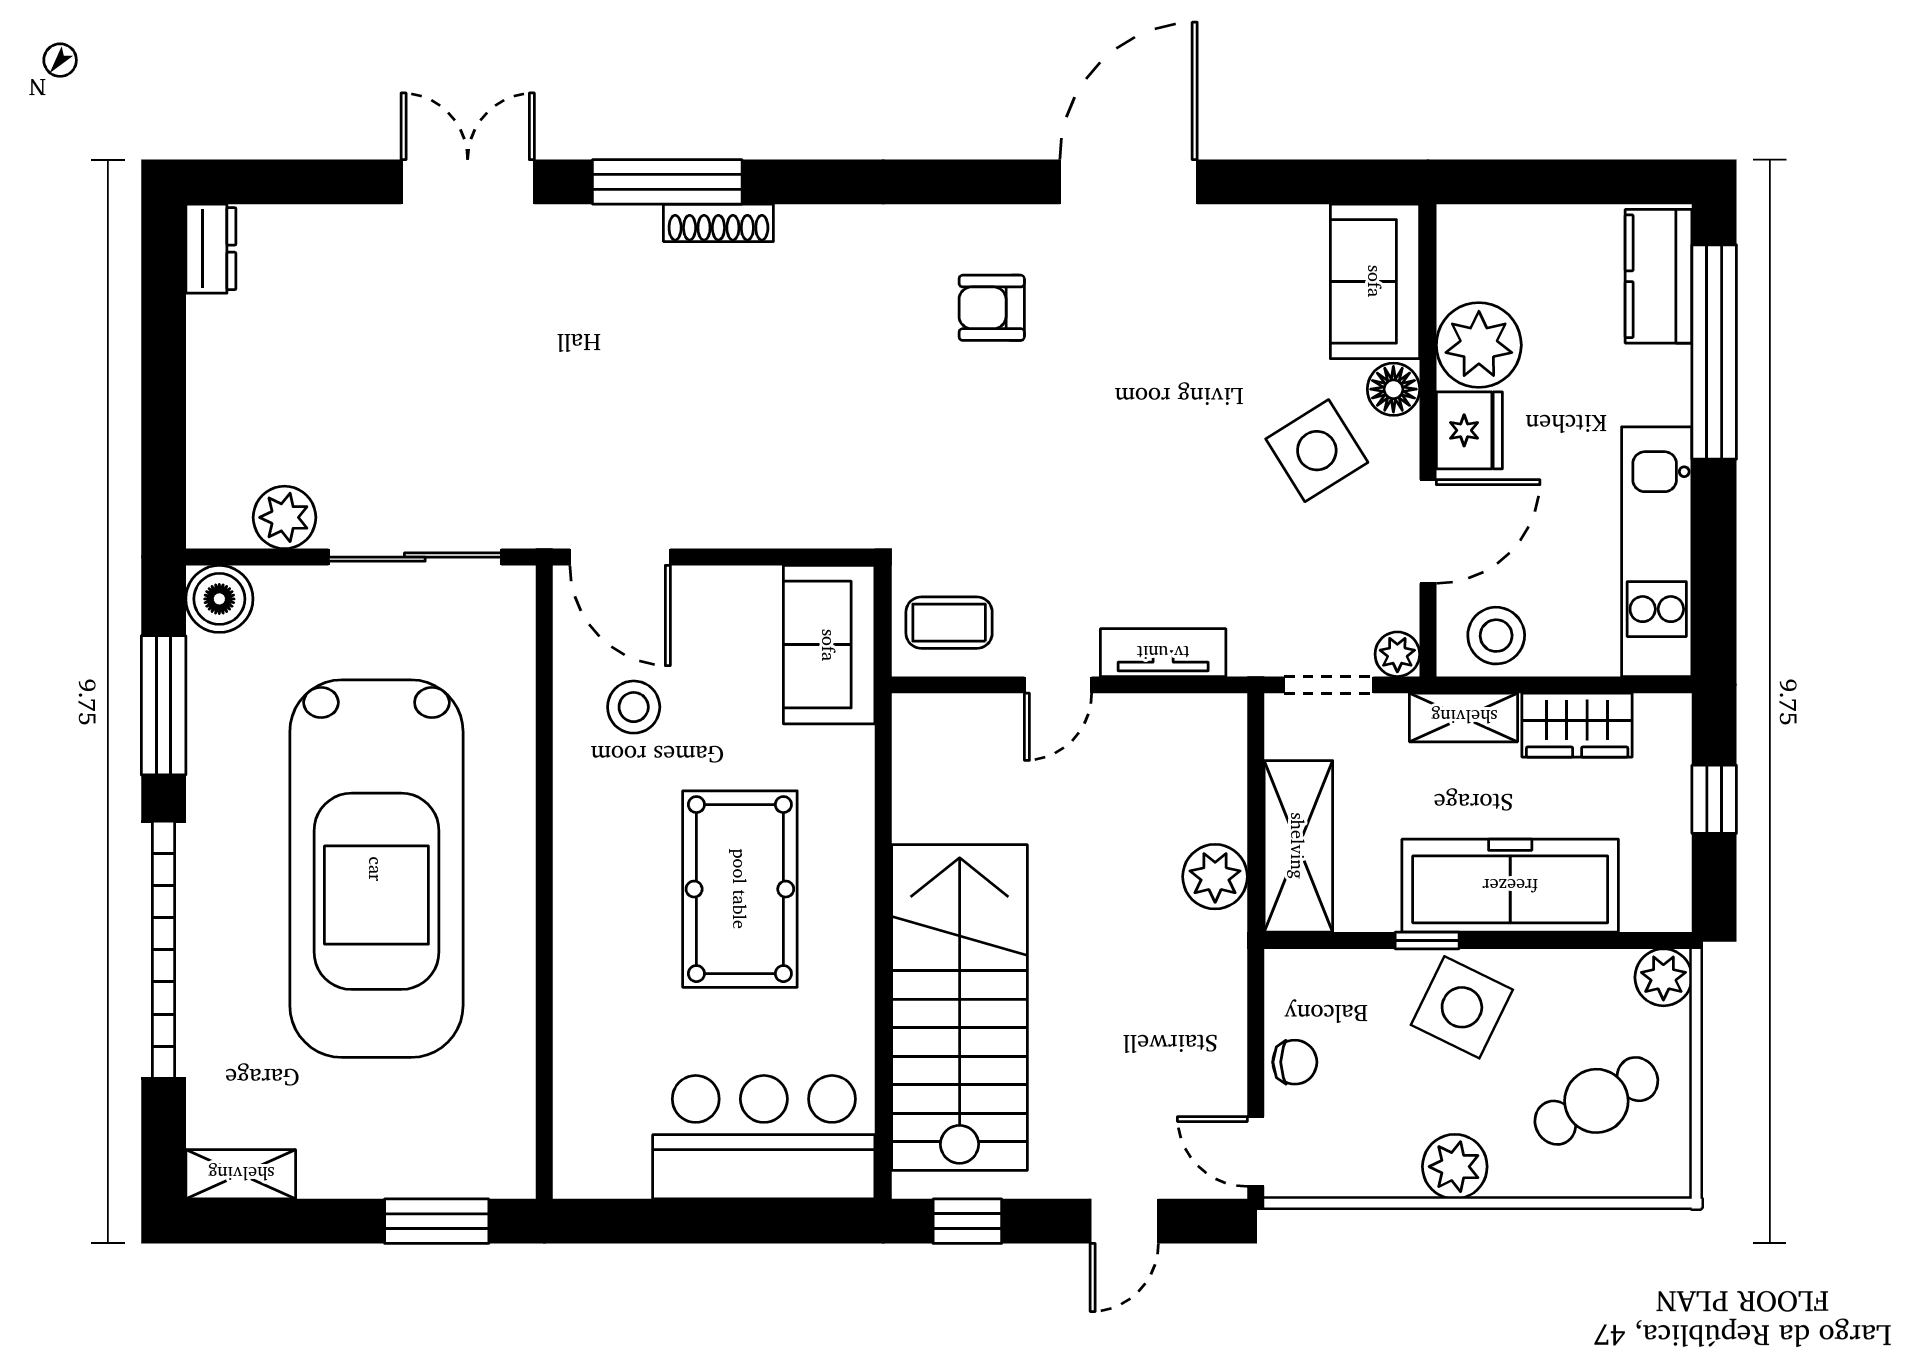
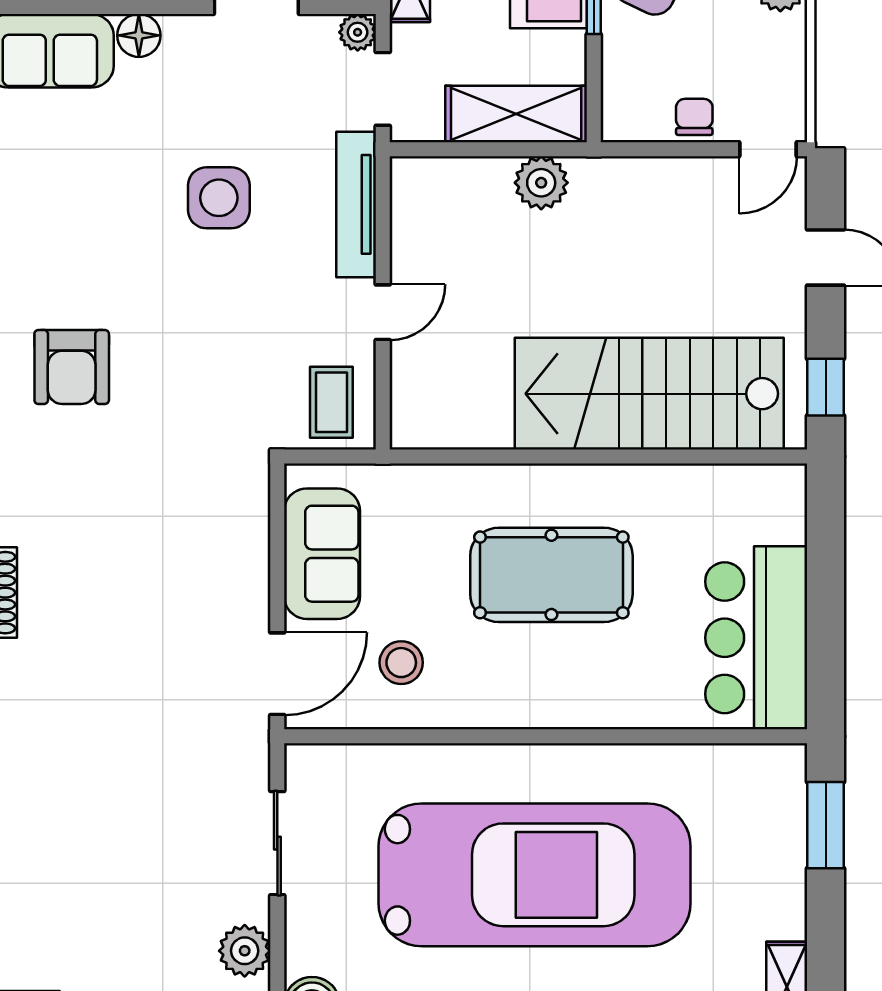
armchair: (992, 308) -> (72, 367), width x1.38, depth x1.38
side table: (1317, 451) -> (219, 198), moved, turned 32
sliding door: (415, 557) -> (277, 843), width x0.73
sofa: (829, 645) -> (322, 554), moved, turned -90
tv unit: (1163, 653) -> (356, 204), width x1.41
door: (1058, 685) -> (383, 312), hinge flipped
bar counter: (764, 1137) -> (756, 638), moved

